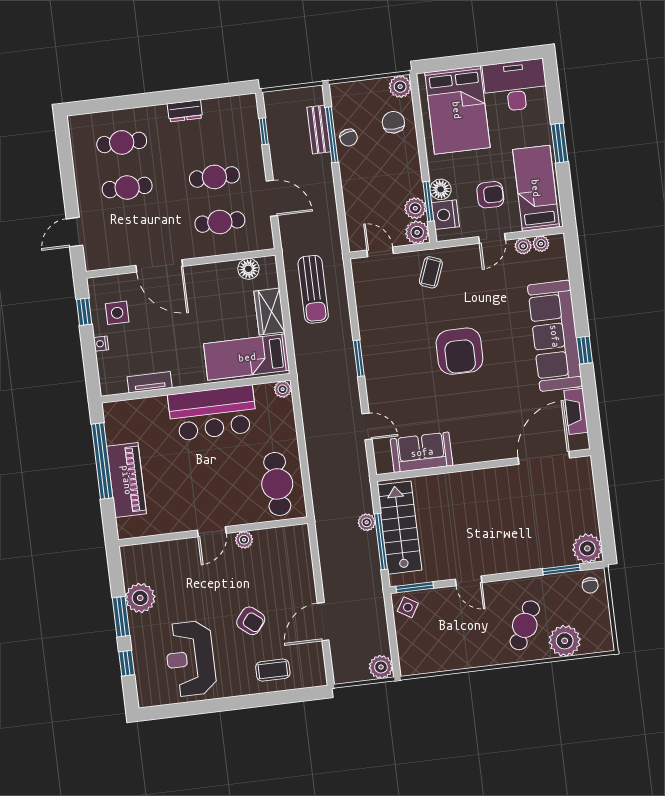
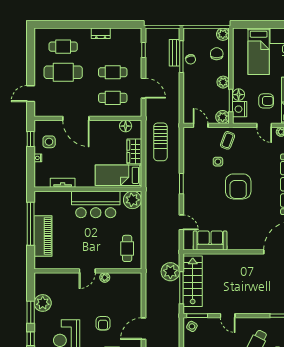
bed: (457, 110) -> (259, 51), width x0.67
cafe table: (127, 188) -> (63, 72), width x1.37, depth x1.35
plant: (415, 208) -> (223, 82), moved
door: (492, 238) -> (264, 125), hinge flipped
side table: (419, 312) -> (218, 162), added
plant: (283, 389) -> (132, 200), width x1.88, depth x1.88
cafe table: (277, 484) -> (127, 248), width x0.73, depth x0.74
plant: (367, 522) -> (170, 272), width x1.88, depth x1.88
armchair: (251, 621) -> (103, 323), turned 51

